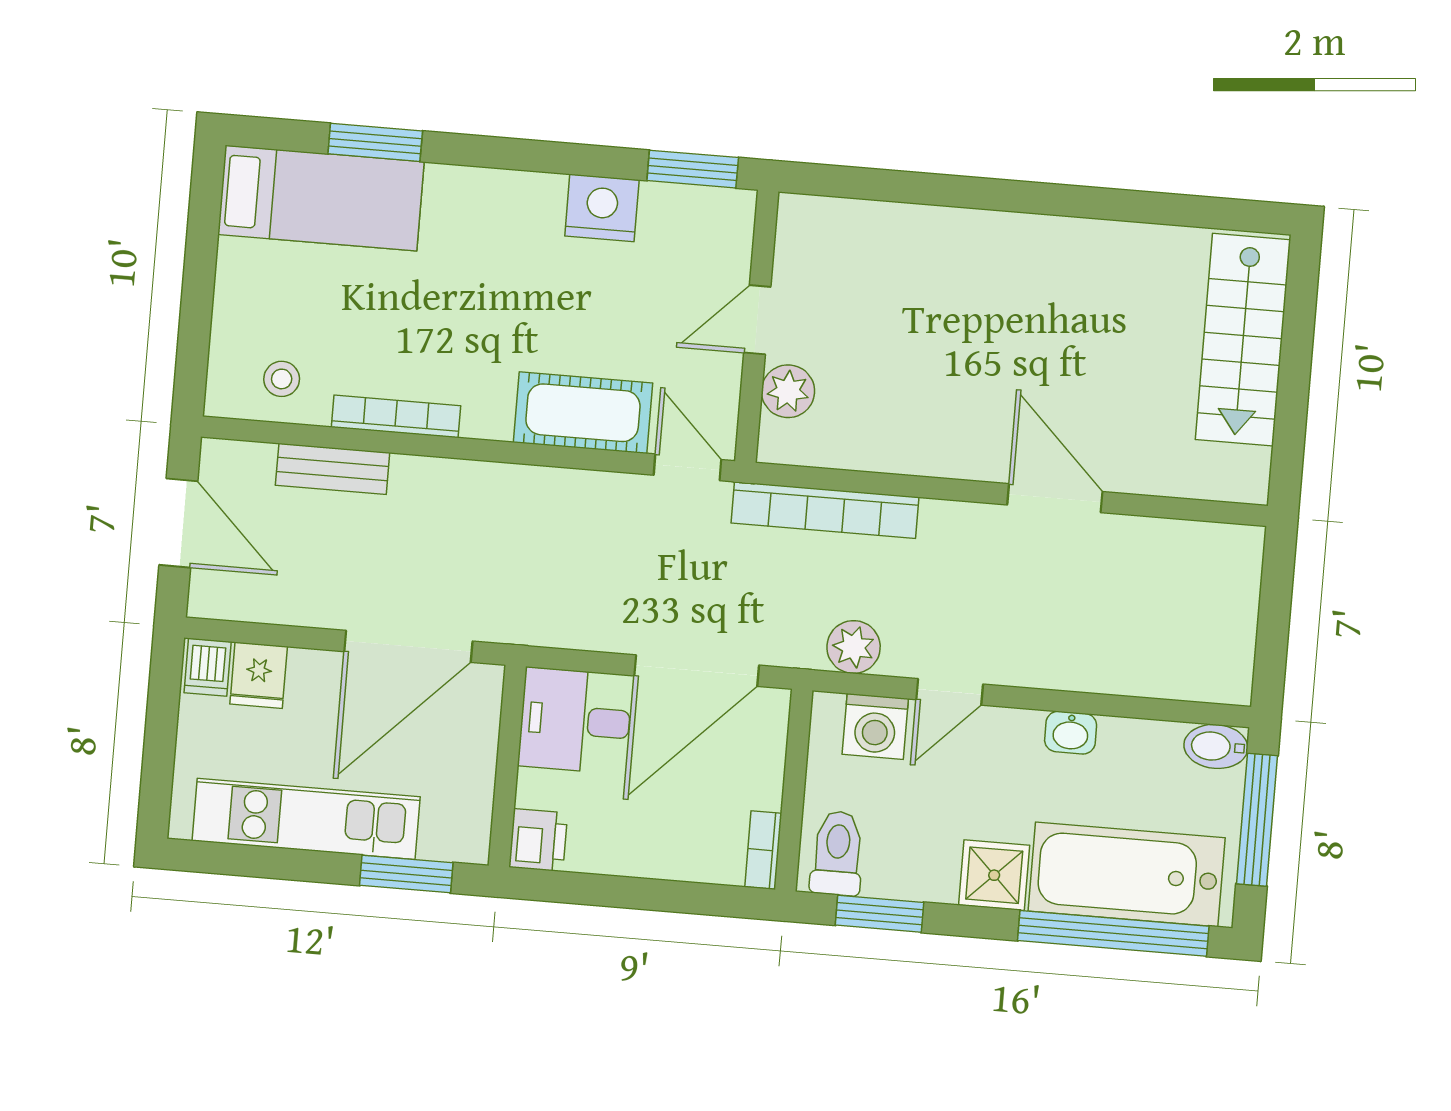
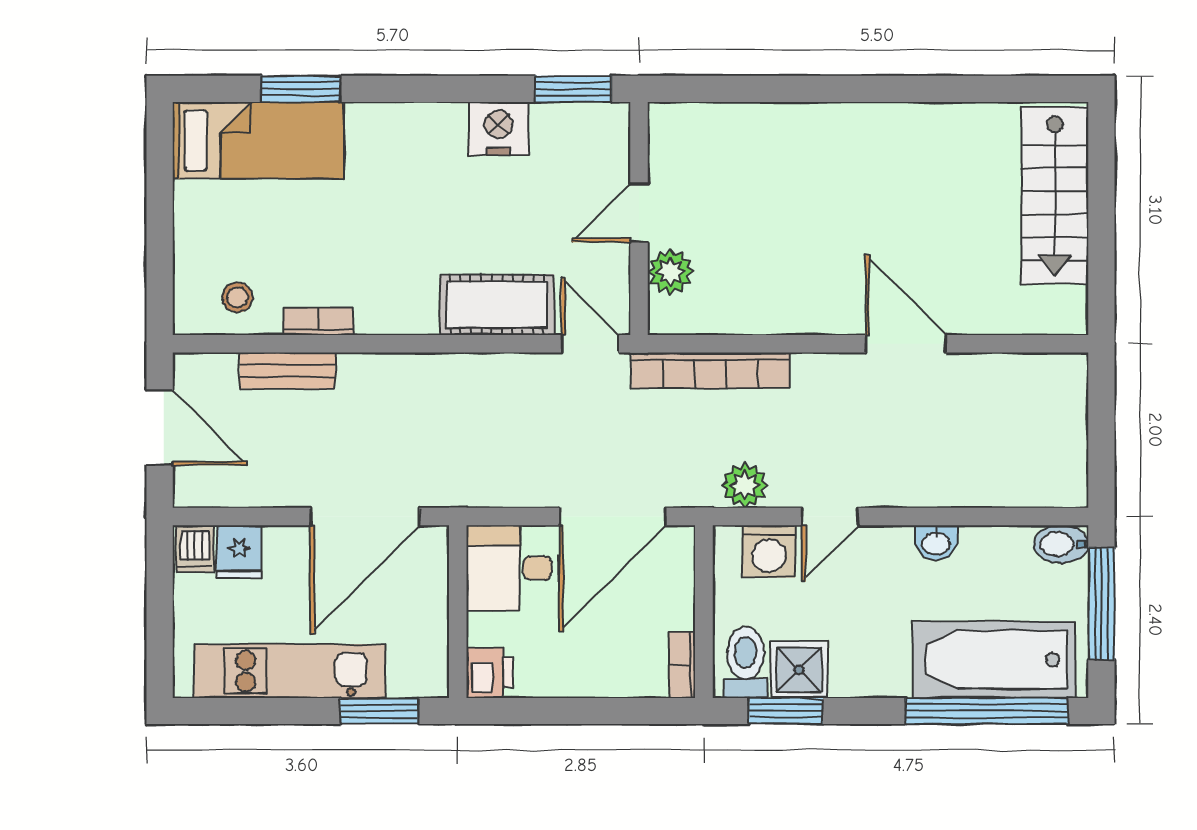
bookcase: (396, 416) -> (318, 321), width x0.64
shower: (994, 875) -> (799, 670), moved

